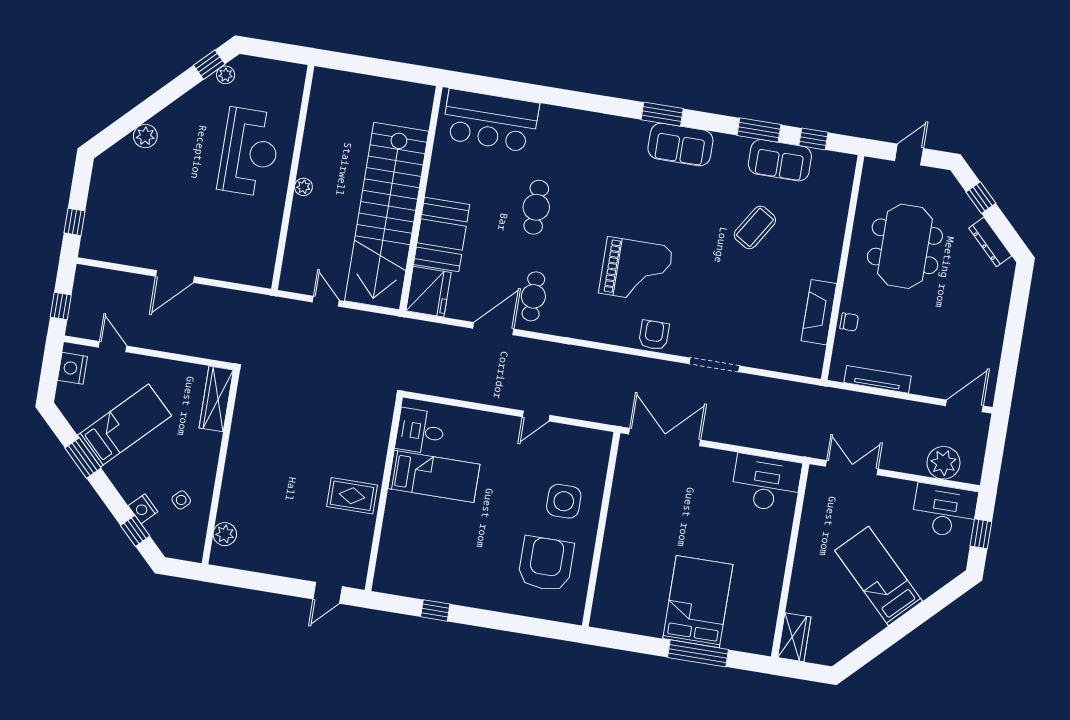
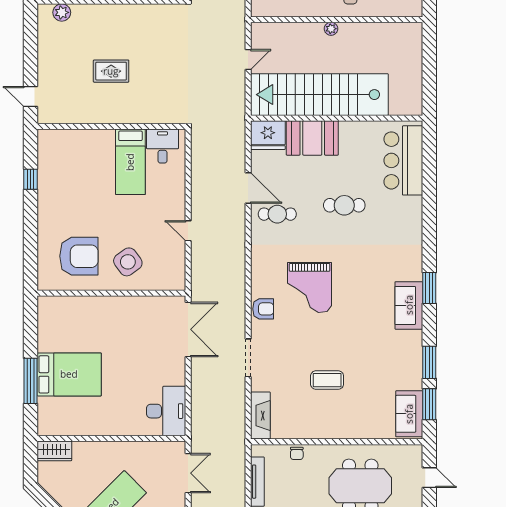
window: (813, 139) -> (429, 404), width x1.50
sofa: (780, 160) -> (409, 414), moved
coffee table: (755, 227) -> (327, 380), moved, turned -32
fireplace: (819, 312) -> (260, 416), moved, turned 90
rug: (352, 496) -> (111, 71), moved, turned 90
side table: (564, 501) -> (128, 262), turned -36

